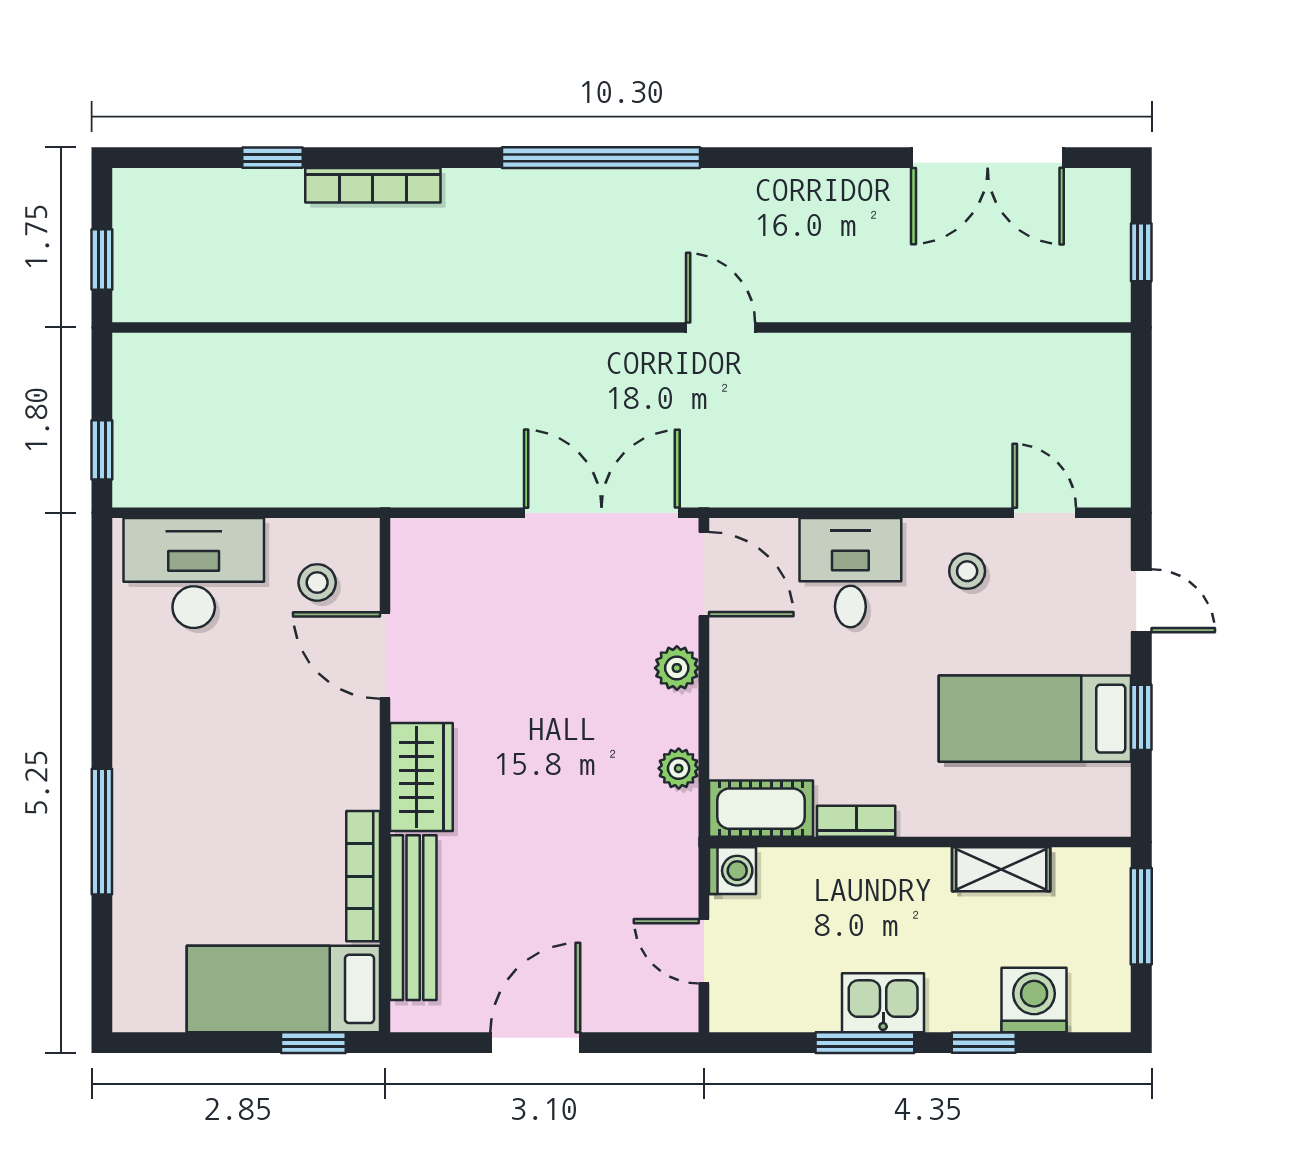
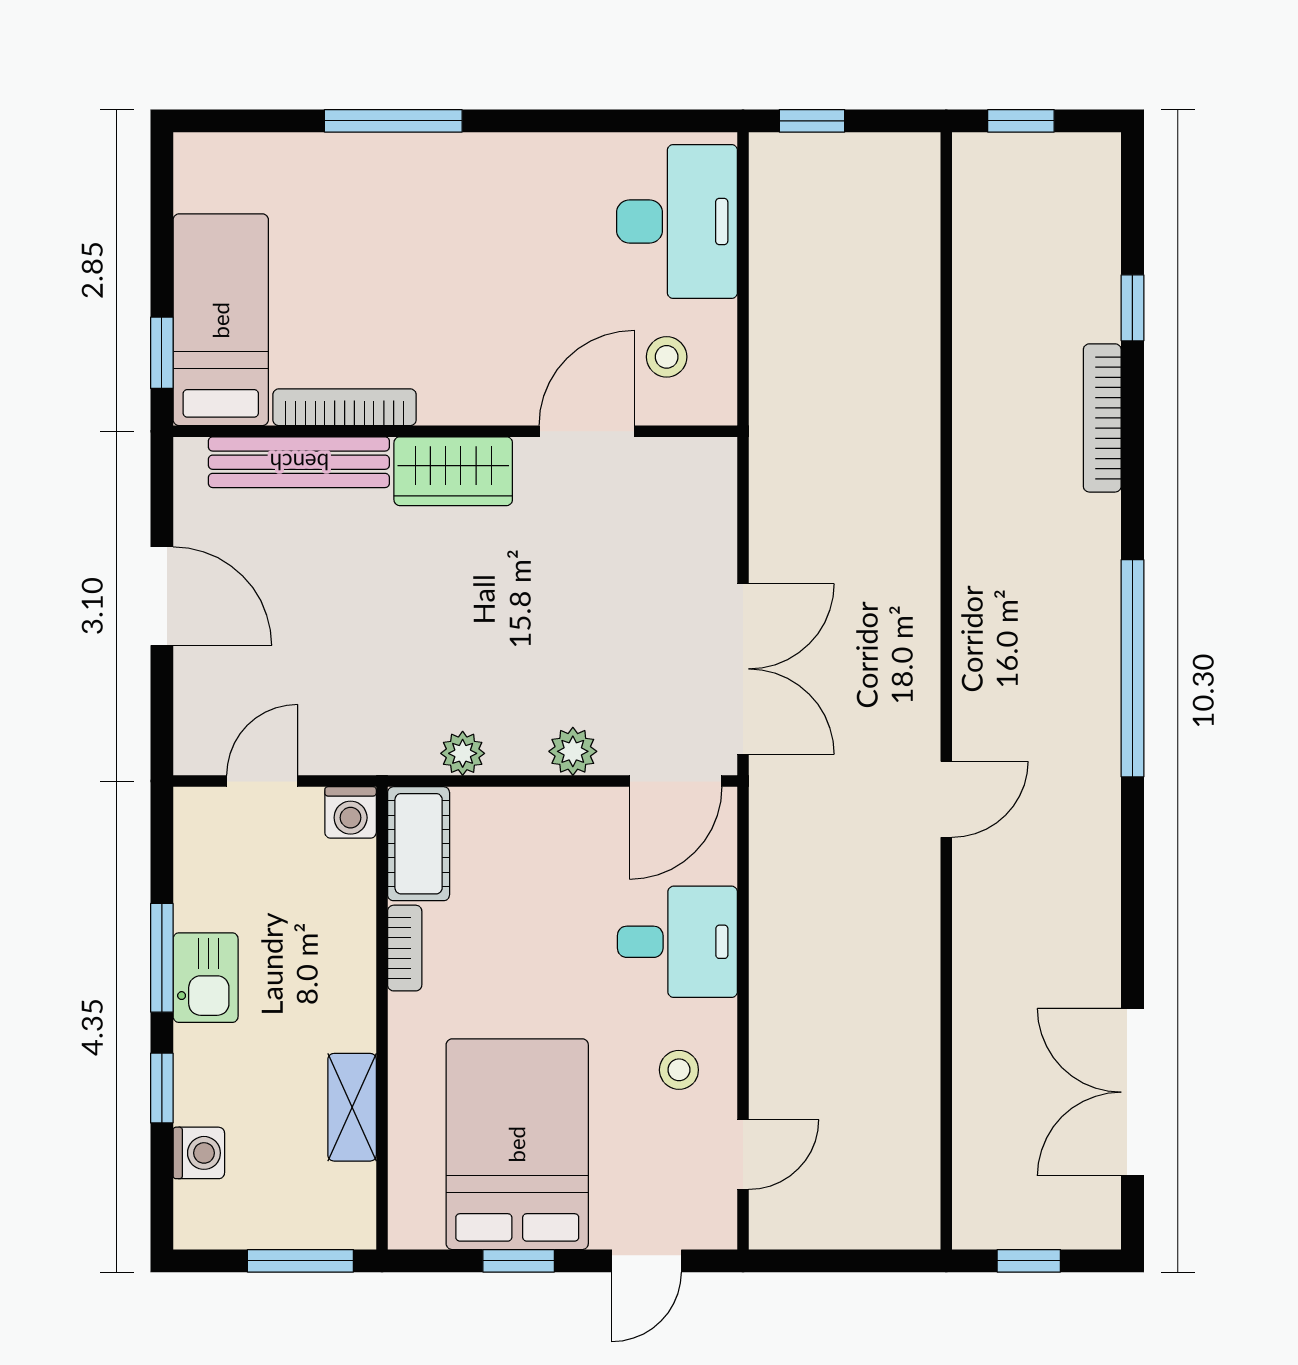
bed: (1035, 719) -> (517, 1144), width x1.50
washing machine: (1034, 1000) -> (199, 1153), width x0.73, depth x0.73

